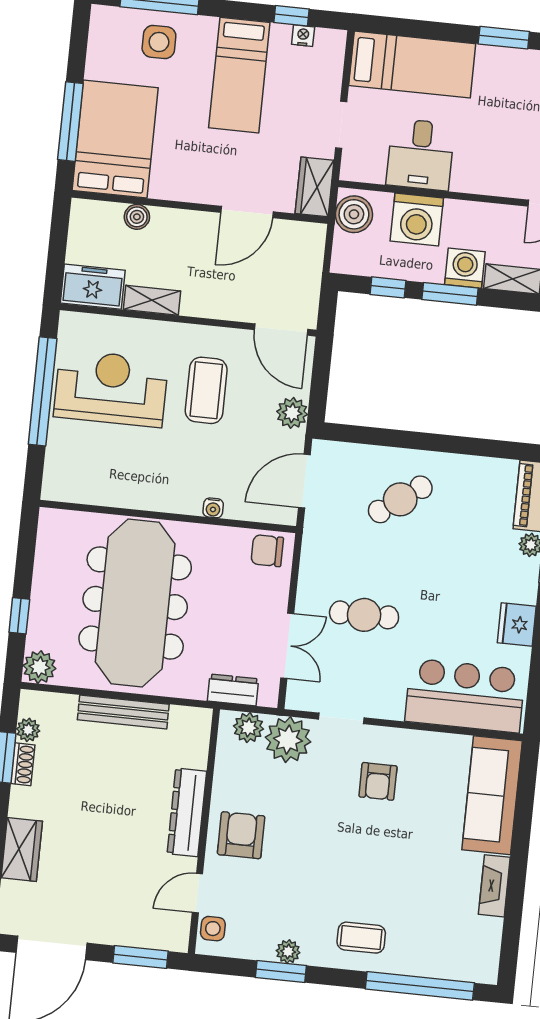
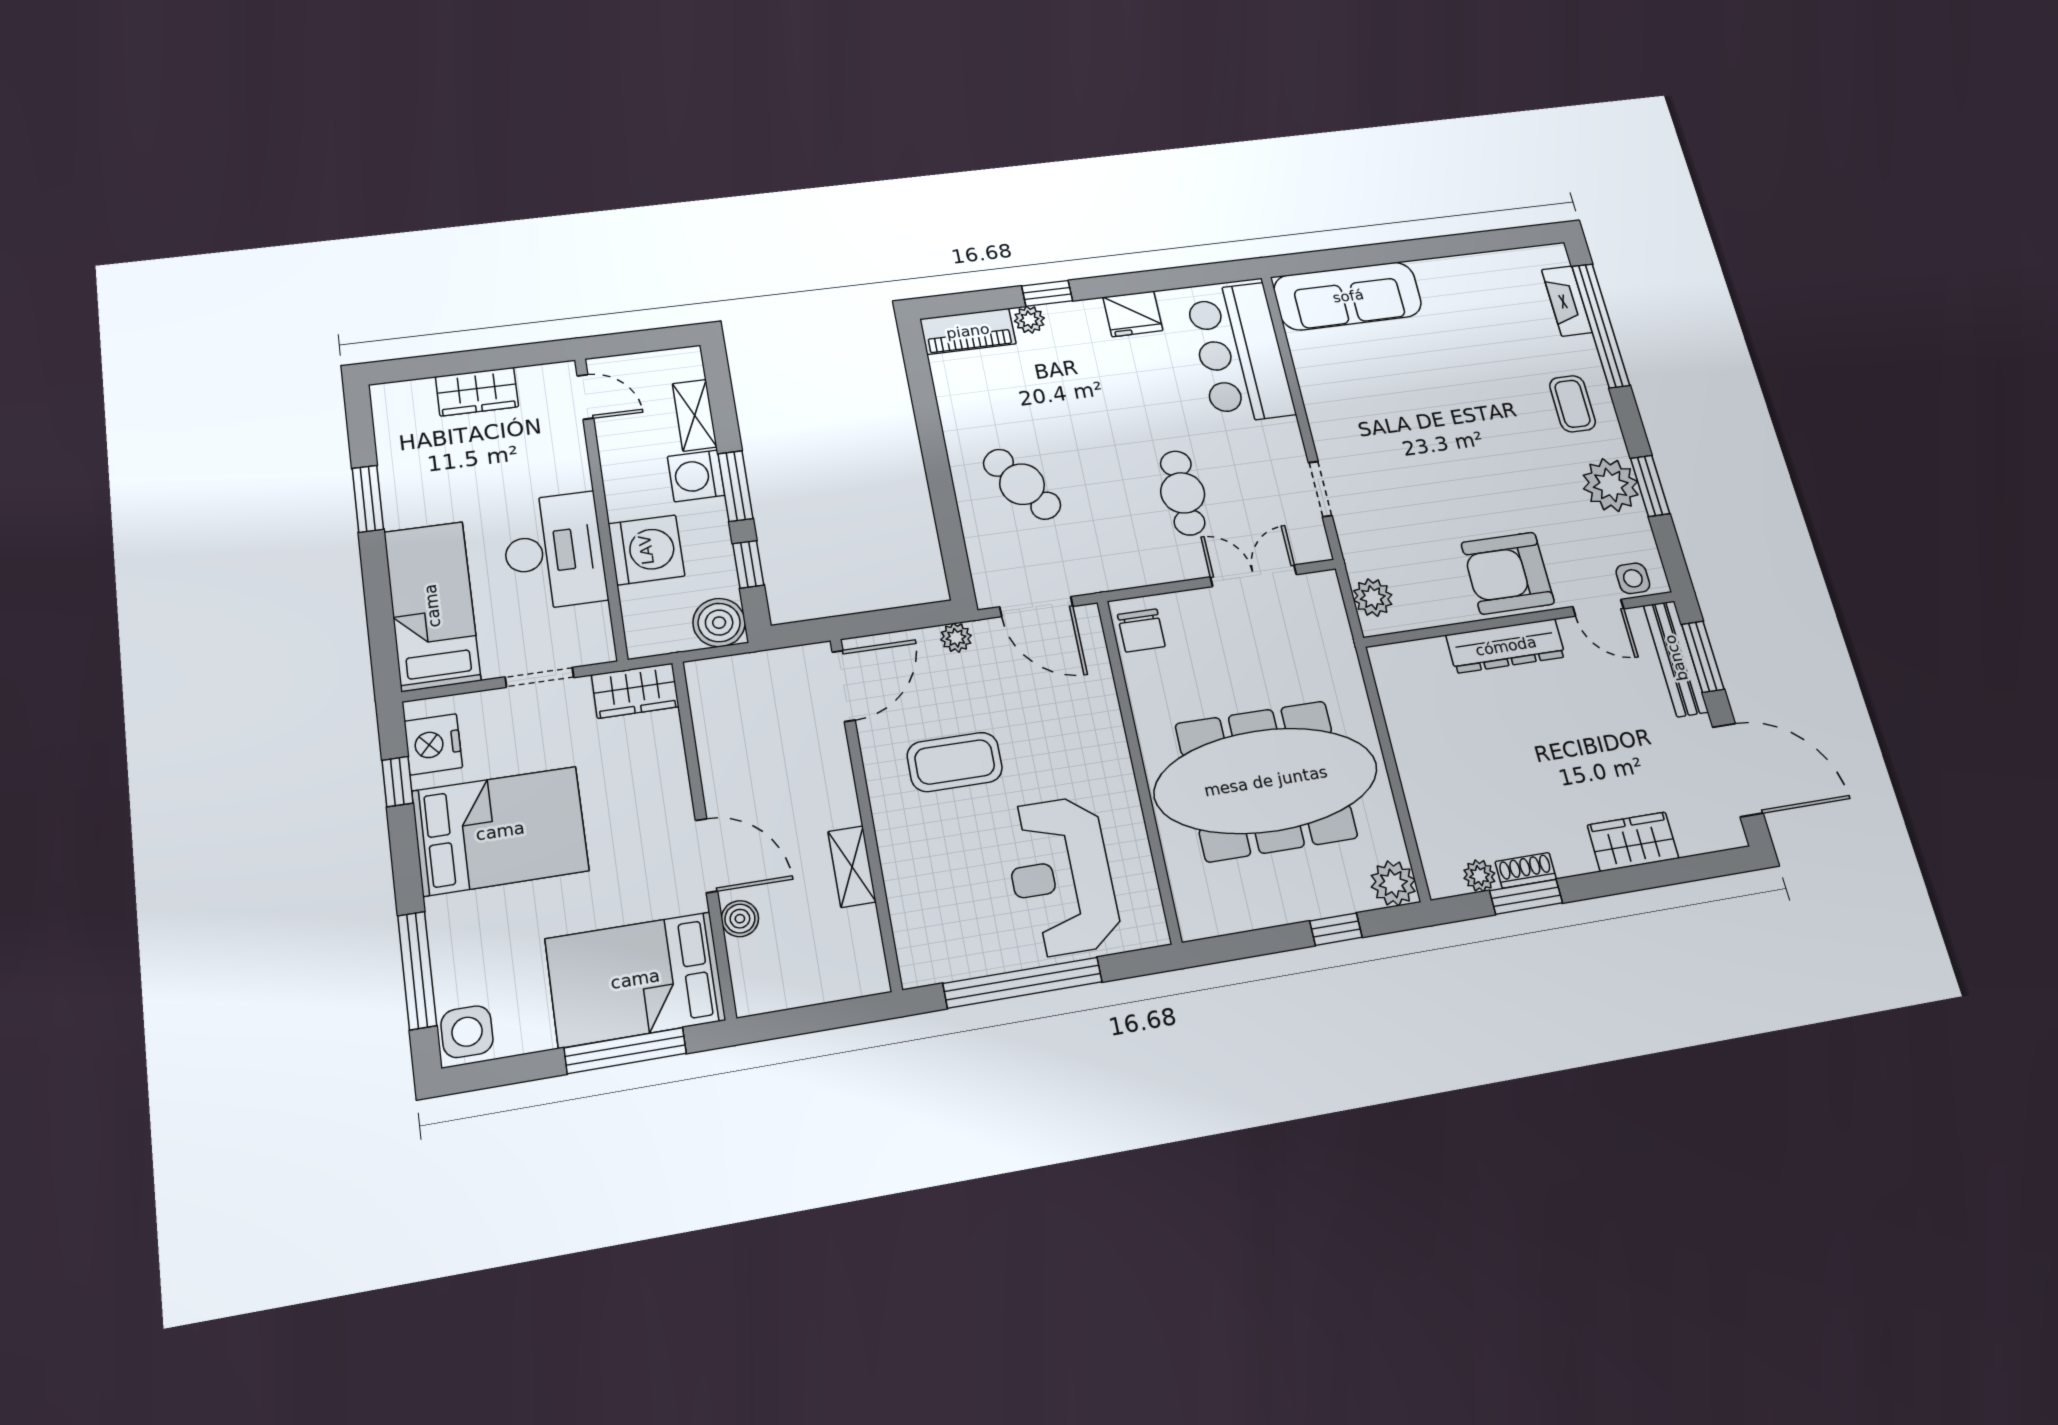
nightstand: (303, 36) -> (433, 744), width x1.89, depth x1.79
side table: (159, 42) -> (467, 1032), moved
bed: (239, 75) -> (500, 831), width x1.50
desk: (420, 155) -> (554, 551), width x1.37
door: (247, 212) -> (706, 856), moved
boiler: (354, 214) -> (719, 623), moved
freezer: (93, 287) -> (856, 953), removed
reception desk: (111, 388) -> (1061, 876), moved
plant: (292, 413) -> (956, 638), width x0.73, depth x0.73
water cooler: (213, 508) -> (1108, 713), removed
dresser: (233, 690) -> (1333, 628), removed
bench: (123, 712) -> (1676, 658), moved
plant: (288, 740) -> (1370, 546), removed
armchair: (378, 781) -> (1381, 428), removed
armchair: (241, 835) -> (1508, 573), width x1.36, depth x1.36
fireplace: (494, 886) -> (1567, 301), moved, turned 90
plant: (288, 952) -> (1611, 485), width x1.88, depth x1.88

